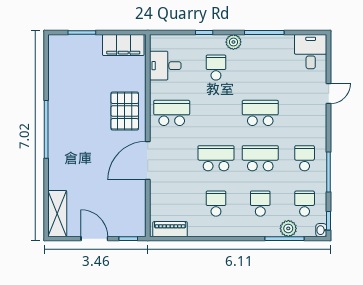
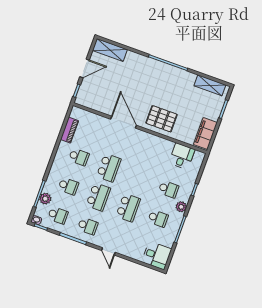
shelving: (56, 62) -> (210, 85), added
door: (329, 93) -> (108, 251), moved
school desk: (172, 113) -> (158, 218), moved, width x0.54
piano: (170, 229) -> (69, 130), moved

